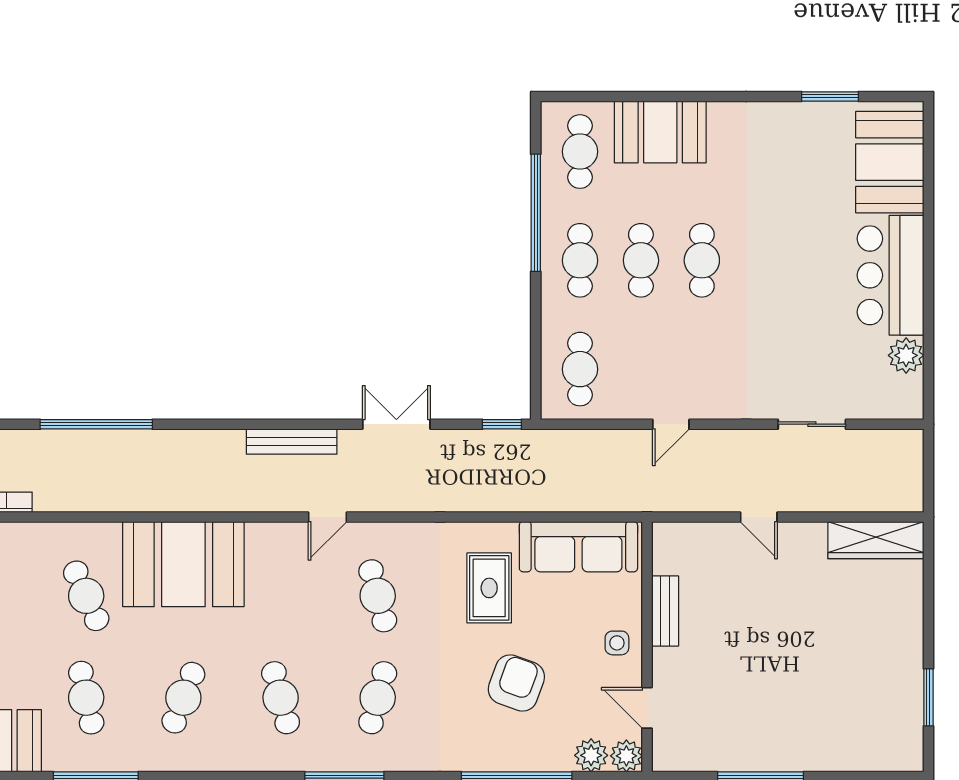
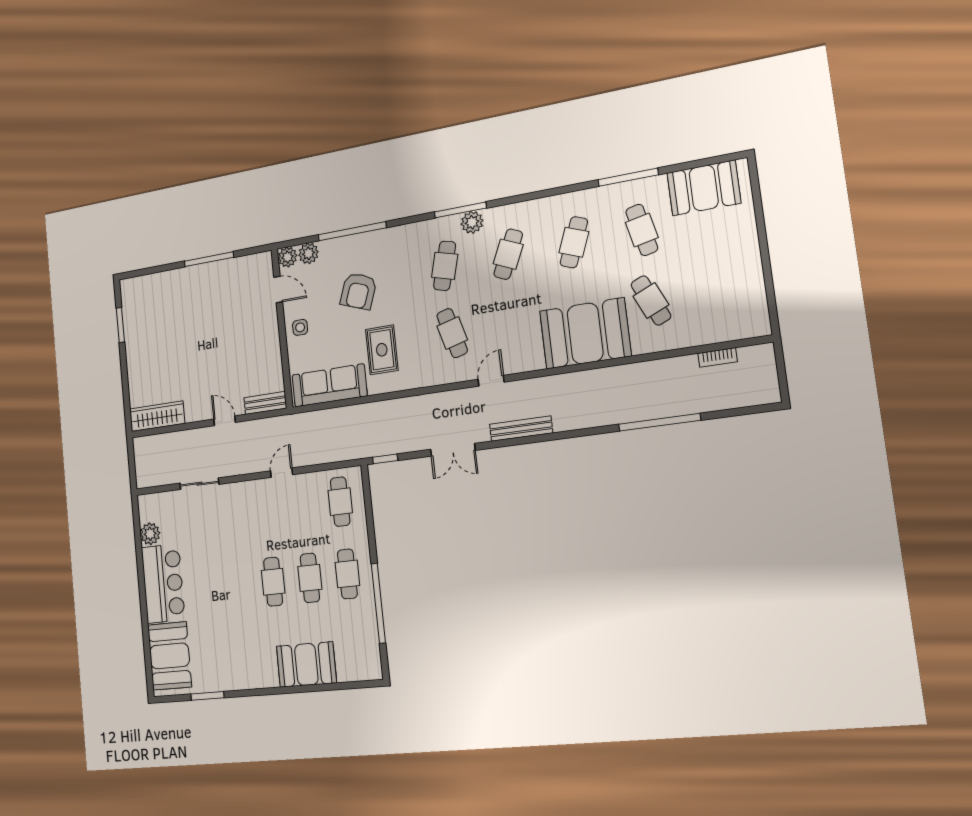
cafe table: (580, 152) -> (355, 647), removed
bench: (665, 611) -> (265, 403), moved, turned 90
cafe table: (281, 698) -> (508, 254), turned 39
plant: (329, 755) -> (472, 222), added

